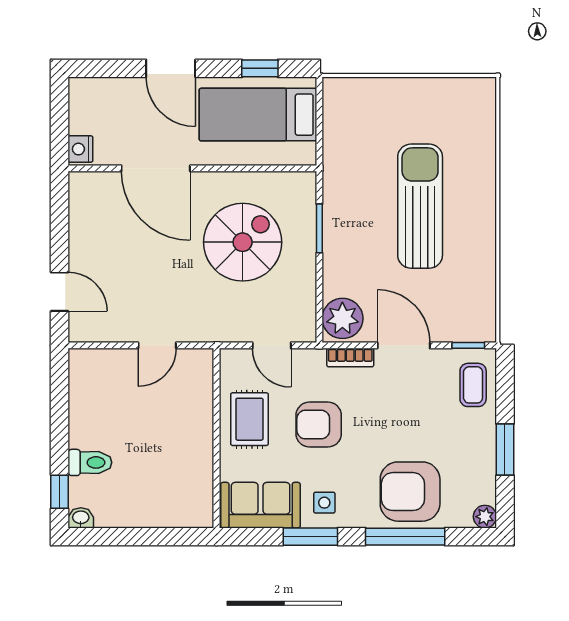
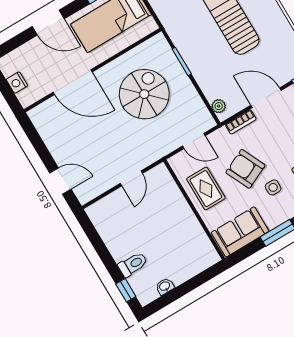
nightstand: (80, 149) -> (17, 83), moved
plant: (342, 318) -> (219, 106), width x0.53, depth x0.53
armchair: (319, 425) -> (245, 169), turned 65
side table: (324, 503) -> (273, 187), moved
washbasin: (81, 518) -> (165, 286), moved

